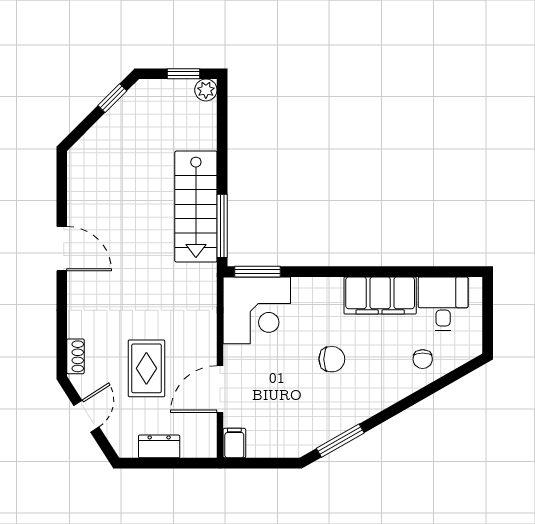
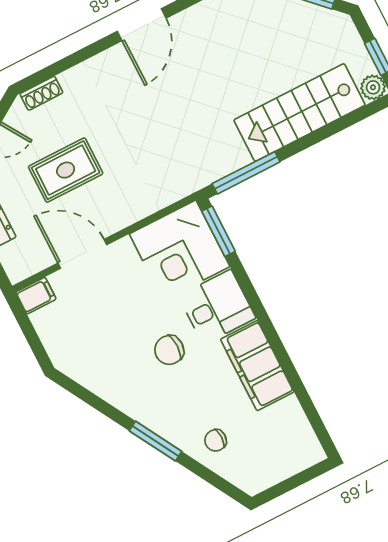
stairs: (196, 207) -> (300, 112), moved
desk: (443, 304) -> (217, 307), moved
chair: (332, 359) -> (169, 350), turned 90
window: (340, 441) -> (156, 441), moved

